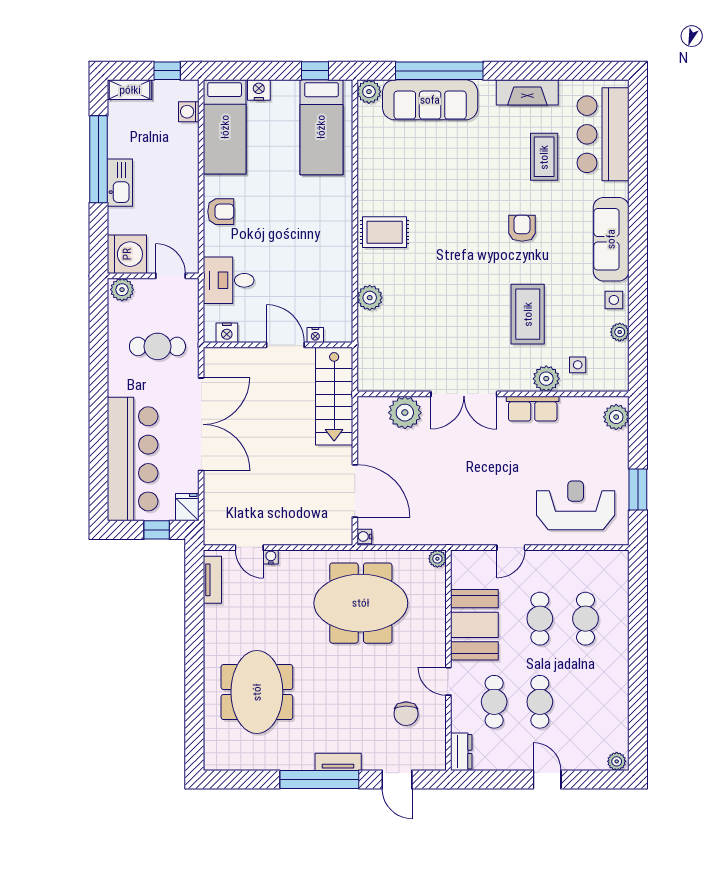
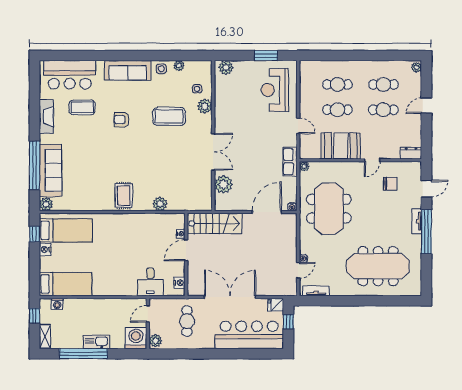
nightstand: (259, 90) -> (45, 249), moved
armchair: (221, 212) -> (112, 286), removed
row of seats: (533, 409) -> (290, 162), moved, turned 180
meeting table: (257, 692) -> (378, 266), width x1.36
cafe table: (494, 702) -> (383, 84), moved

